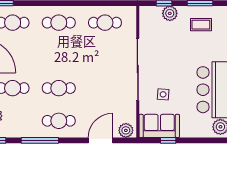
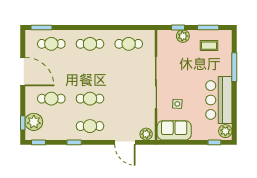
window: (40, 140) -> (74, 142), width x0.46
door: (101, 140) -> (125, 142), swing flipped
window: (168, 140) -> (214, 142), moved

